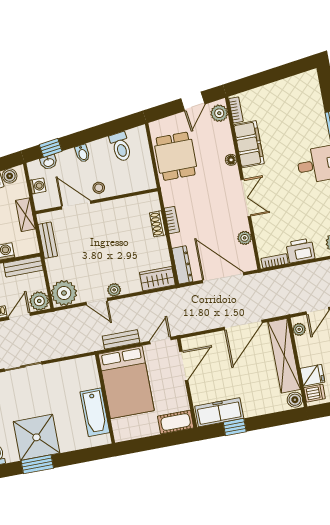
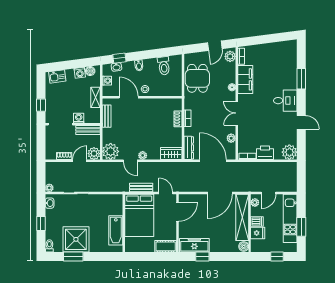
double door: (246, 198) -> (237, 113), swing flipped
door: (160, 341) -> (166, 193), hinge flipped
dishwasher: (315, 393) -> (257, 222), moved

